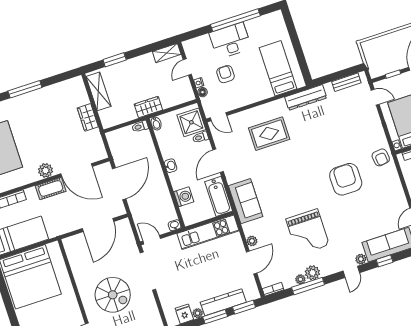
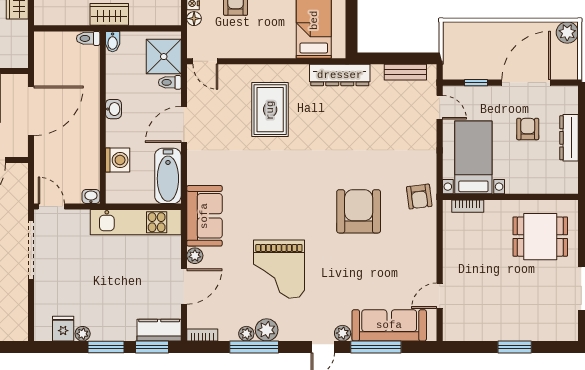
rug: (269, 134) -> (270, 110), turned 90
sofa: (246, 201) -> (204, 216), moved
window: (385, 261) -> (376, 347), width x2.17
kitchen counter: (223, 302) -> (159, 330), moved, width x0.67

